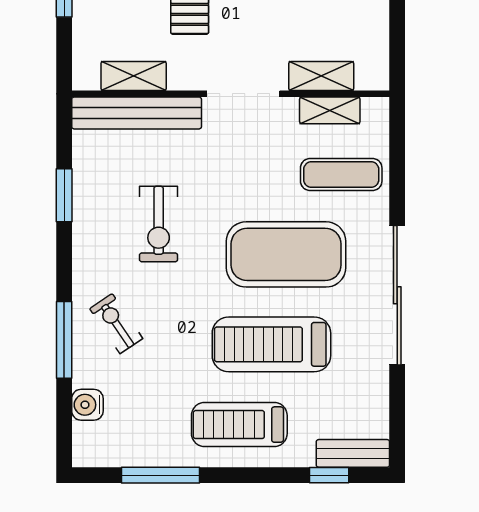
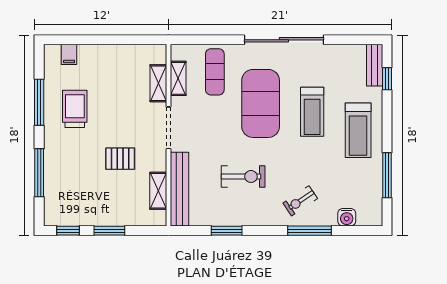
treadmill: (271, 344) -> (312, 112), width x0.73, depth x0.73

